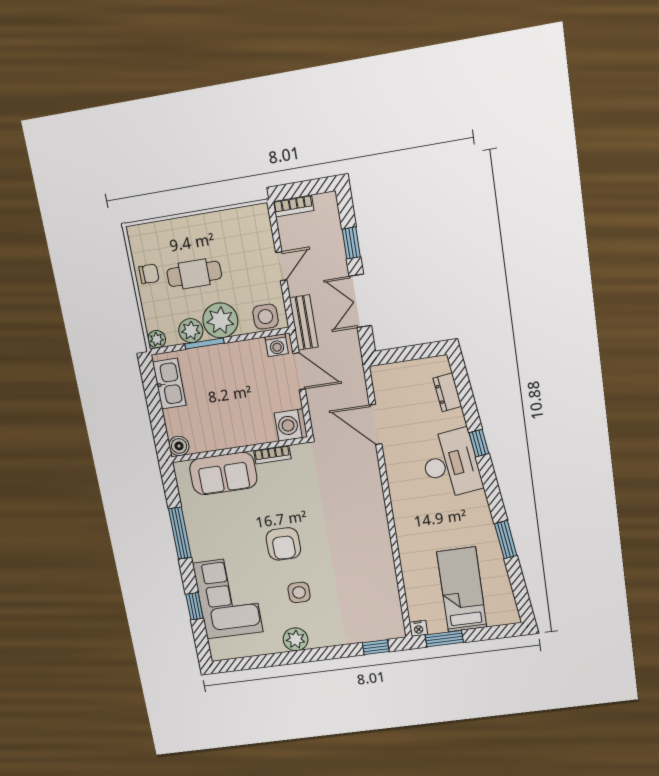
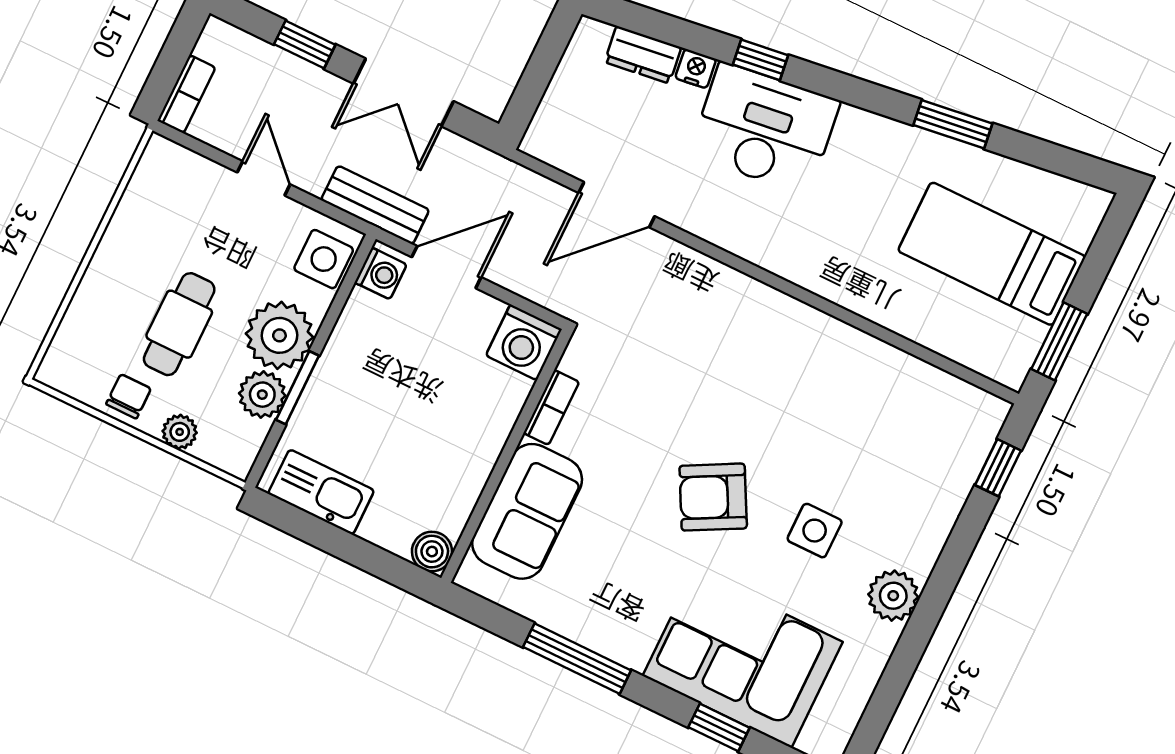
plant: (157, 339) -> (180, 432), moved
armchair: (283, 544) -> (713, 497), turned 152
nightstand: (418, 628) -> (696, 69), moved, turned -97

